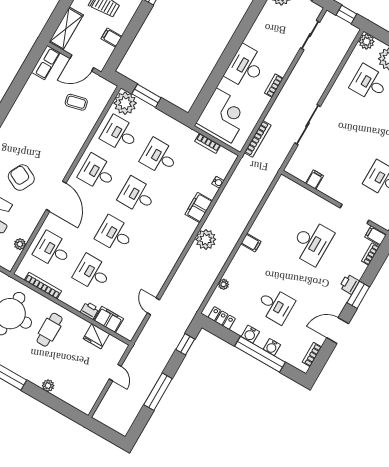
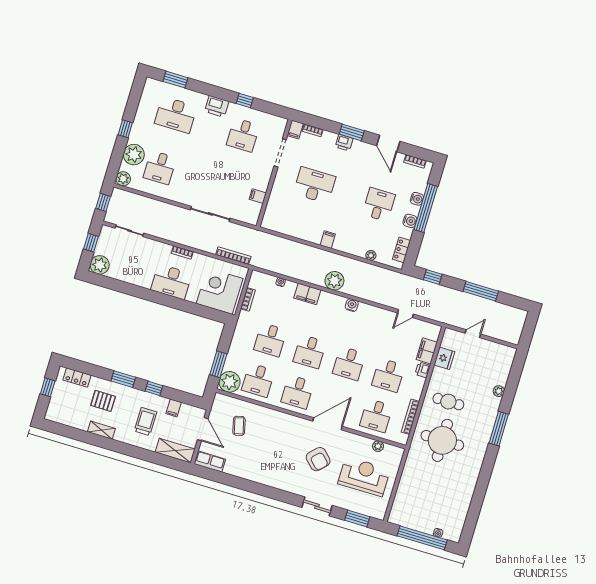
window: (137, 21) -> (154, 388), added
armchair: (21, 178) -> (318, 459), turned -72
water cooler: (176, 252) -> (352, 305), added

